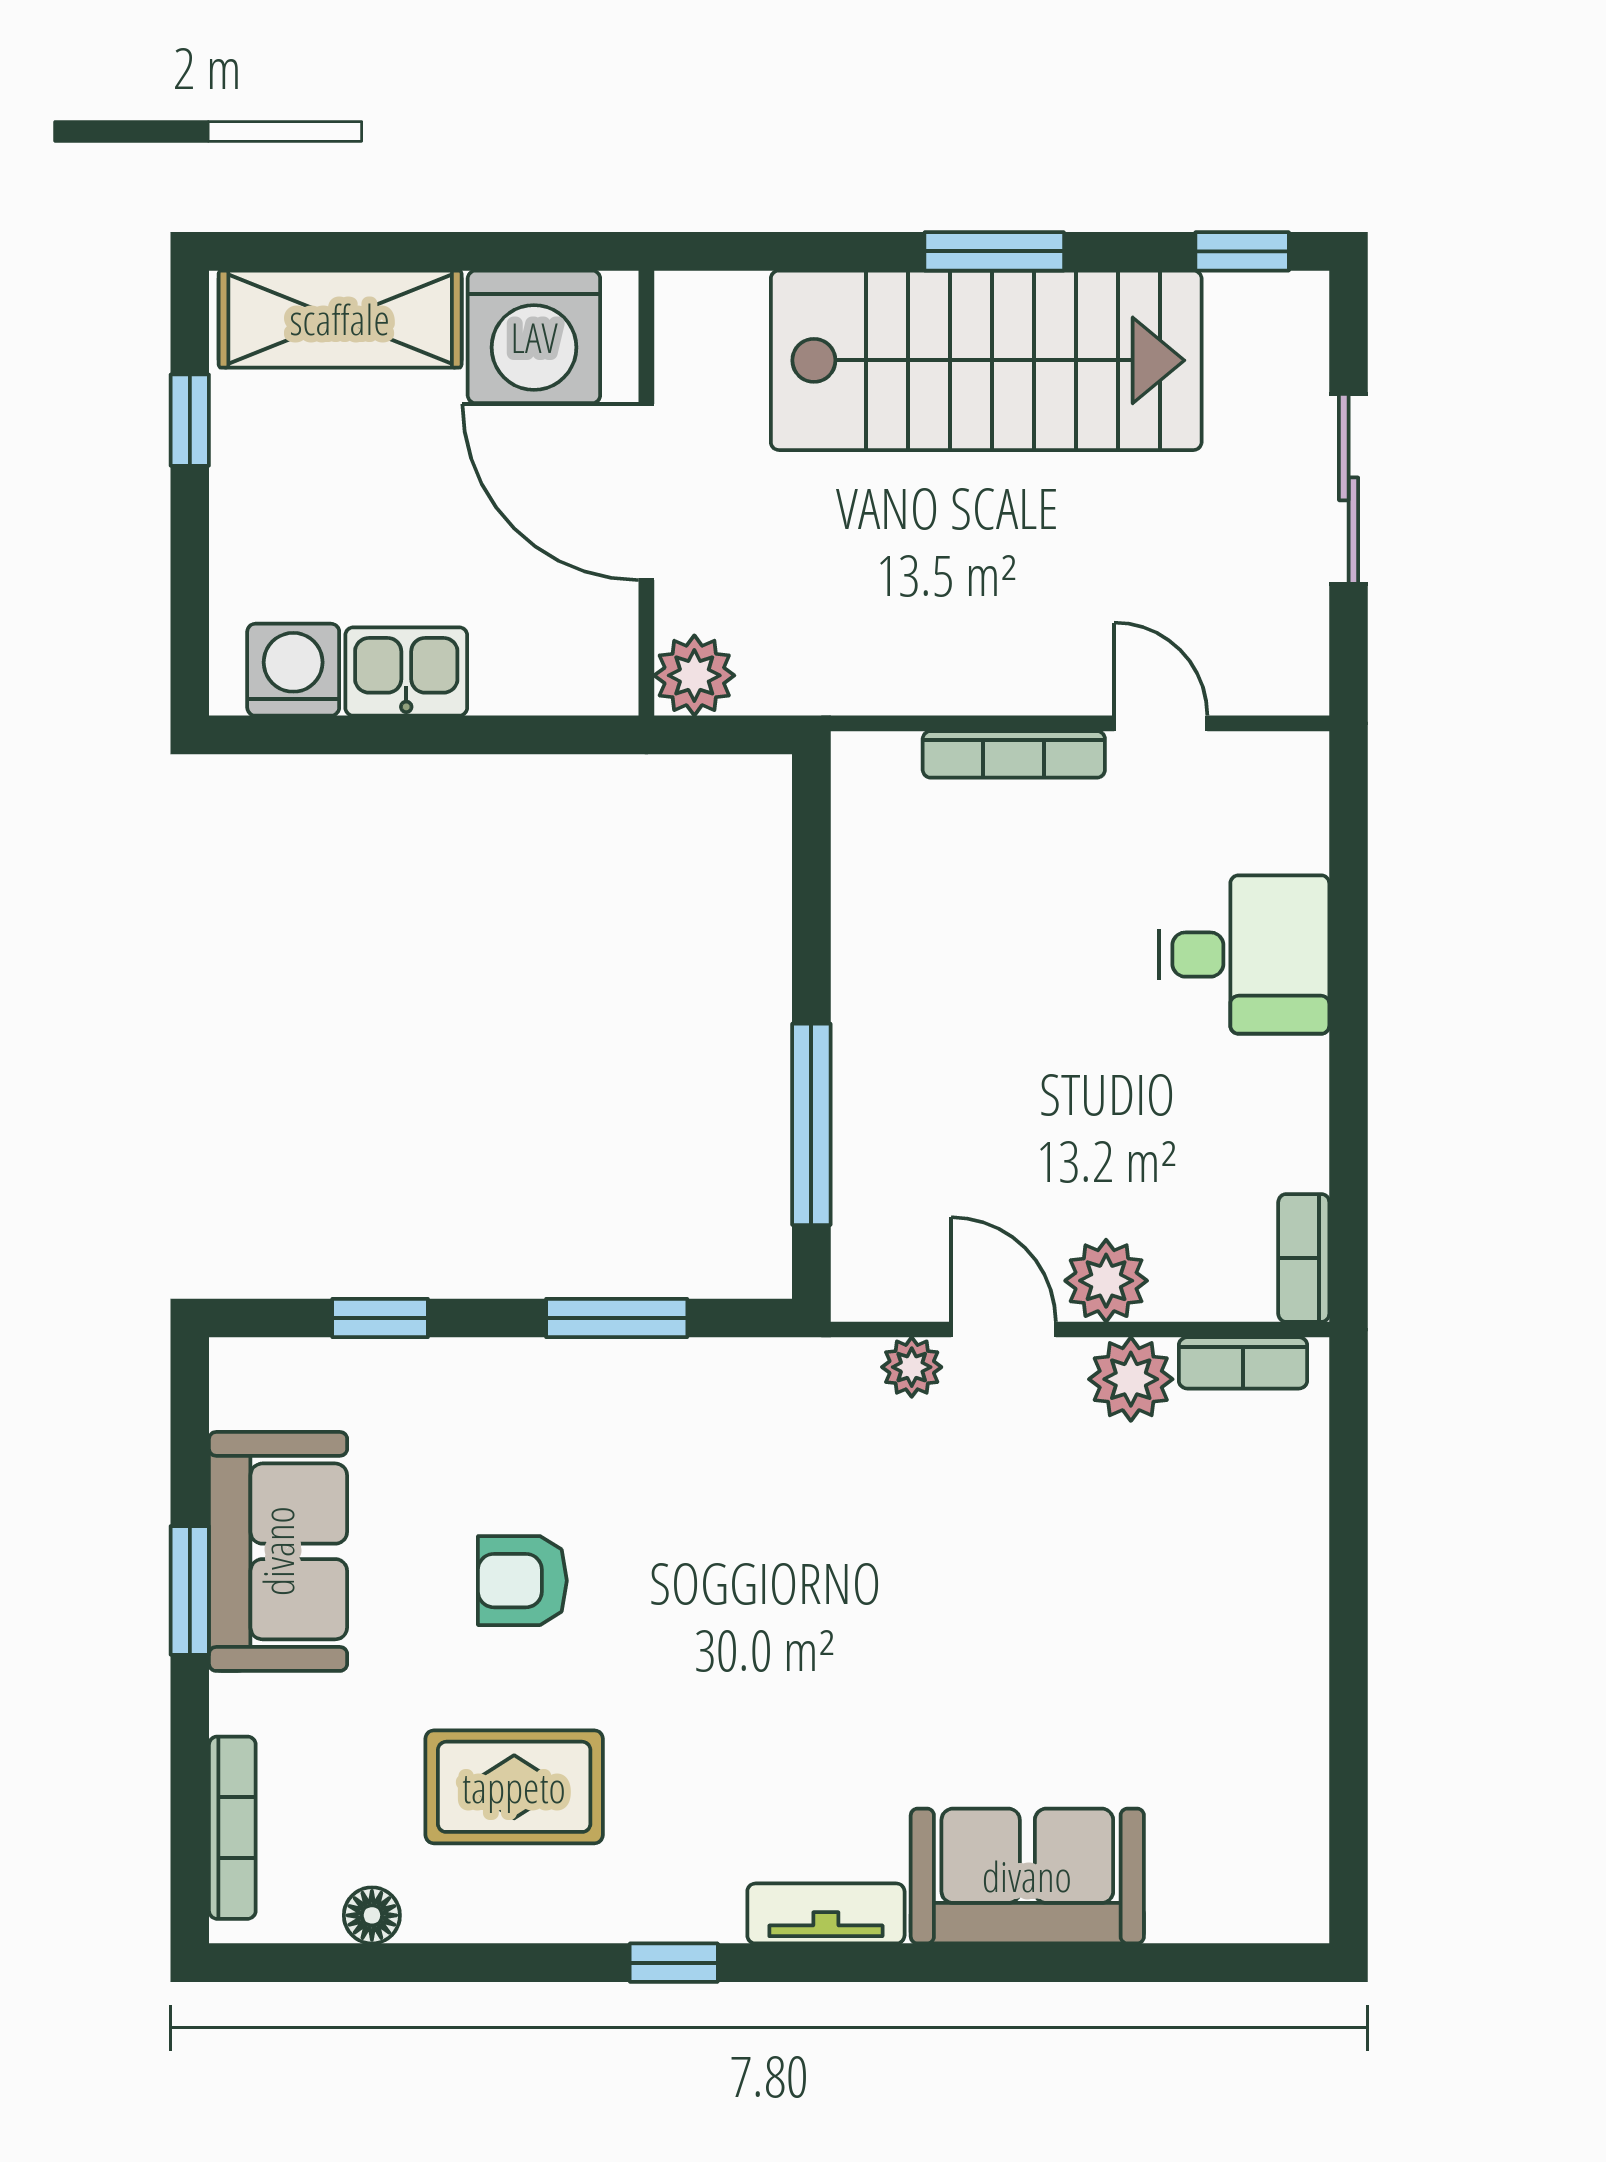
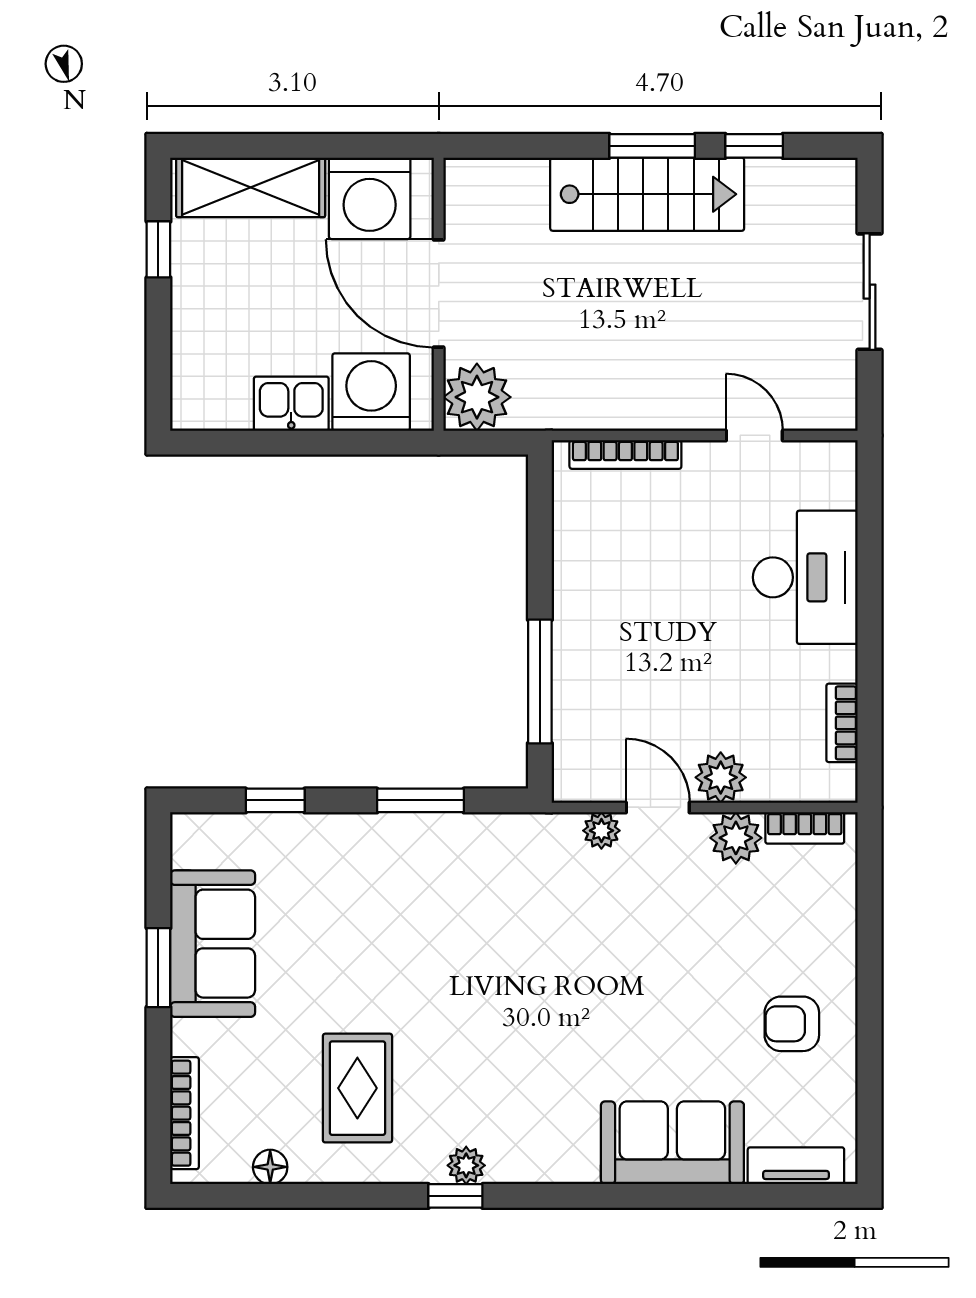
window: (1242, 251) -> (754, 146), moved
stairs: (986, 360) -> (647, 194), width x0.73, depth x0.66
washing machine: (293, 670) -> (371, 392), moved, width x1.37, depth x1.37
plant: (694, 675) -> (477, 397), width x1.36, depth x1.36
bookcase: (1014, 754) -> (625, 454), moved
desk: (1244, 955) -> (805, 577), width x1.37
bookcase: (1304, 1258) -> (842, 723), moved
armchair: (522, 1581) -> (792, 1024), moved
rug: (514, 1787) -> (357, 1088), turned 90
plant: (691, 1913) -> (466, 1165), added
tv unit: (826, 1913) -> (796, 1166), moved

